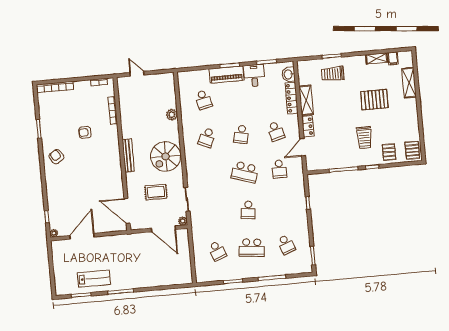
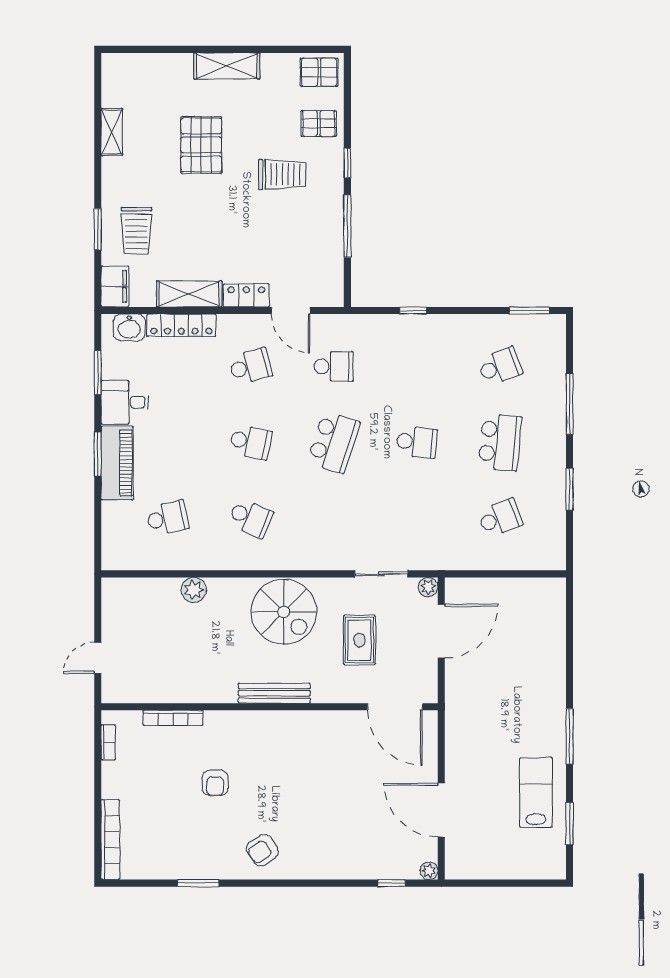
filing cabinet: (393, 58) -> (115, 286), moved, width x2.00
shelving: (409, 83) -> (227, 66), moved
door: (127, 211) -> (395, 707), hinge flipped

